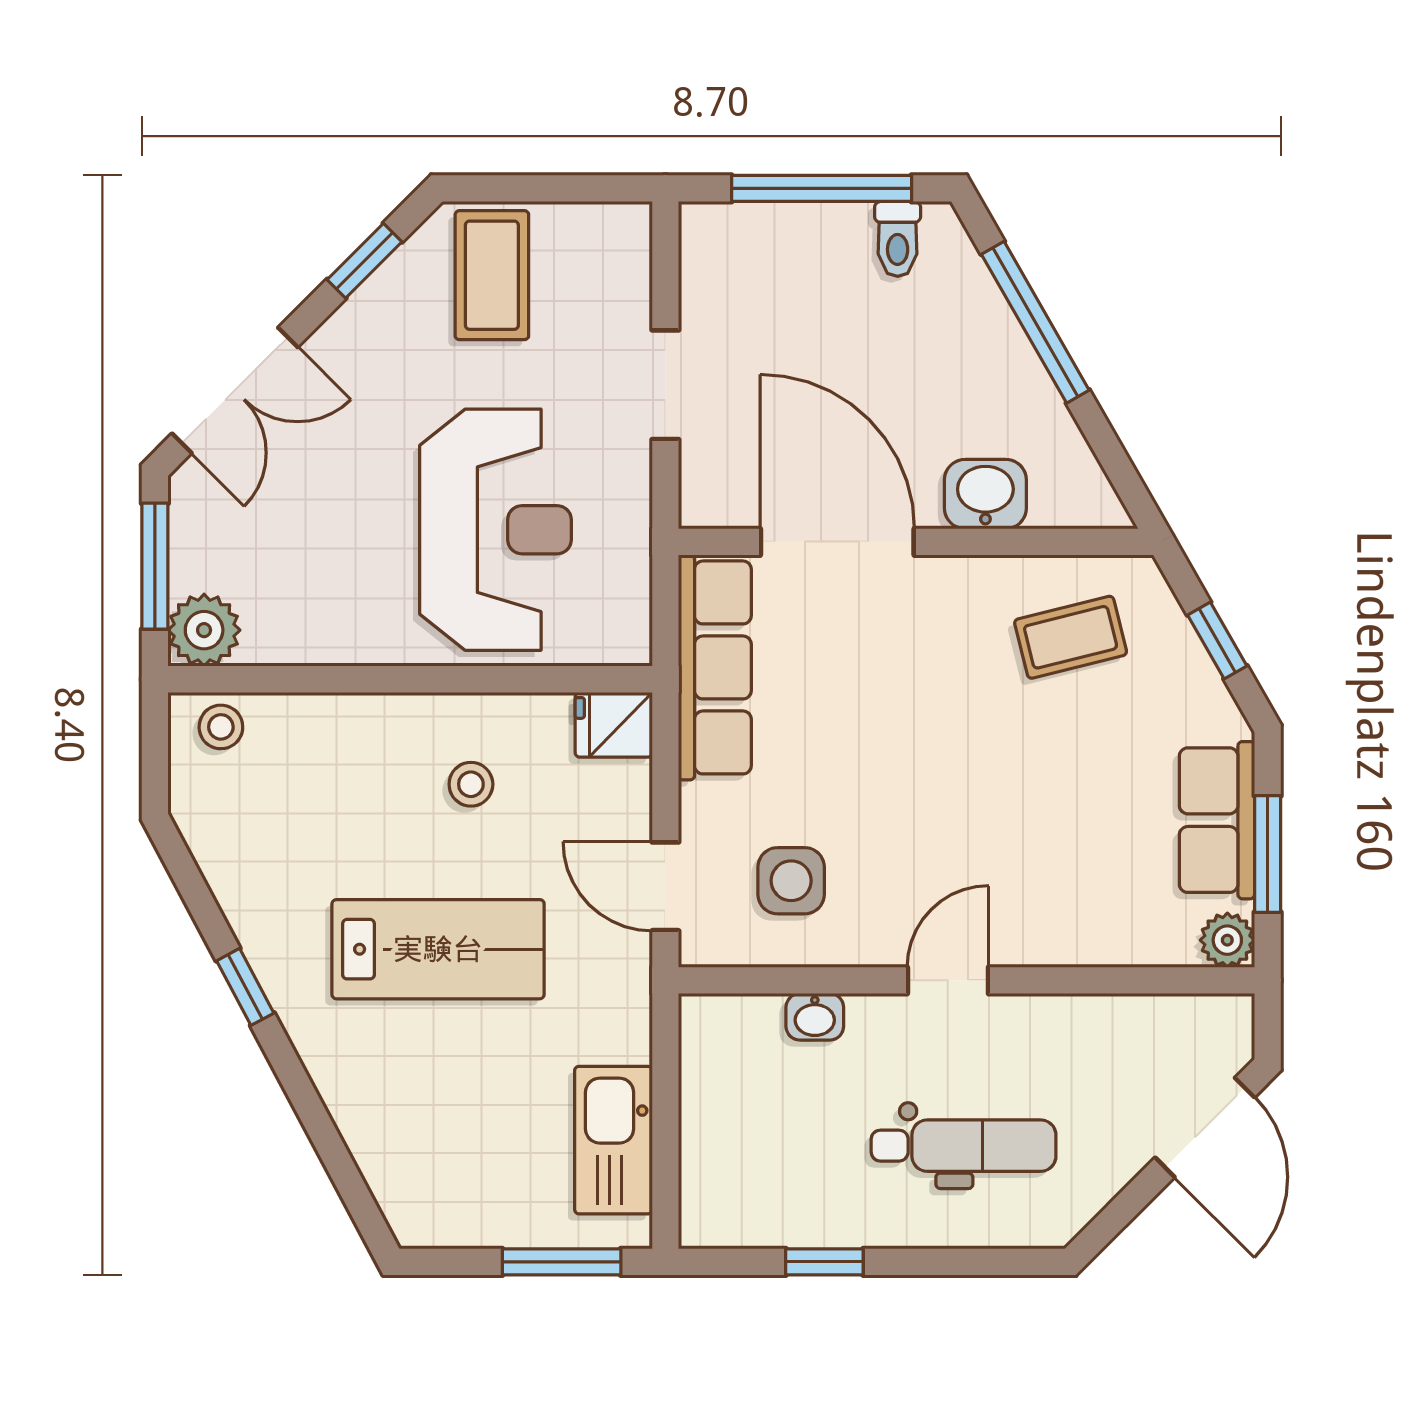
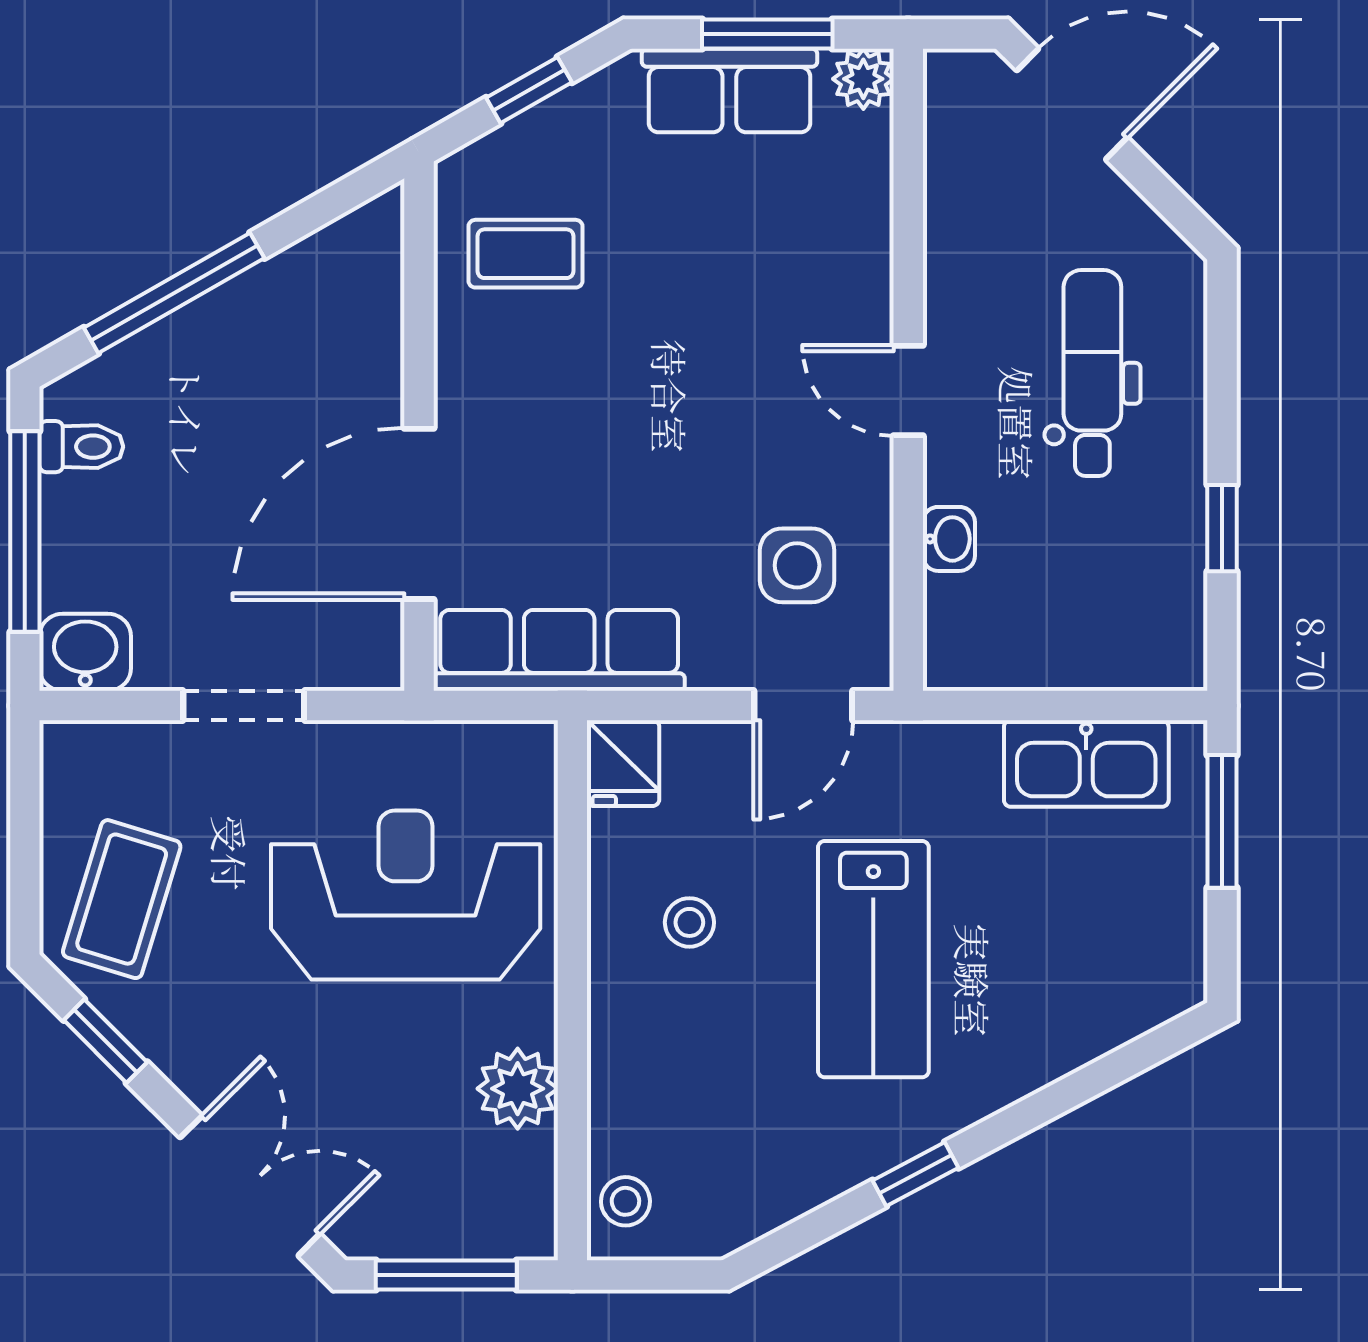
coffee table: (492, 275) -> (122, 899), turned -73
washbasin: (985, 494) -> (85, 652), moved, turned 90
plant: (204, 630) -> (518, 1089), moved
coffee table: (1071, 637) -> (526, 254), turned -76
lab bench: (438, 949) -> (873, 959), turned 180

